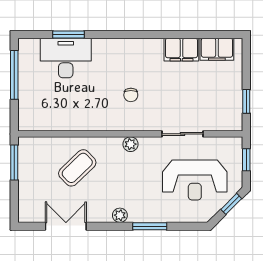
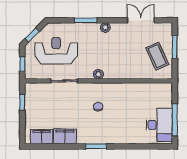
window: (69, 34) -> (96, 146), moved
desk: (66, 58) -> (159, 125), moved, turned -90
window: (14, 162) -> (175, 47), moved
coffee table: (77, 168) -> (157, 56), moved, turned -70
double door: (66, 226) -> (141, 20), swing flipped

